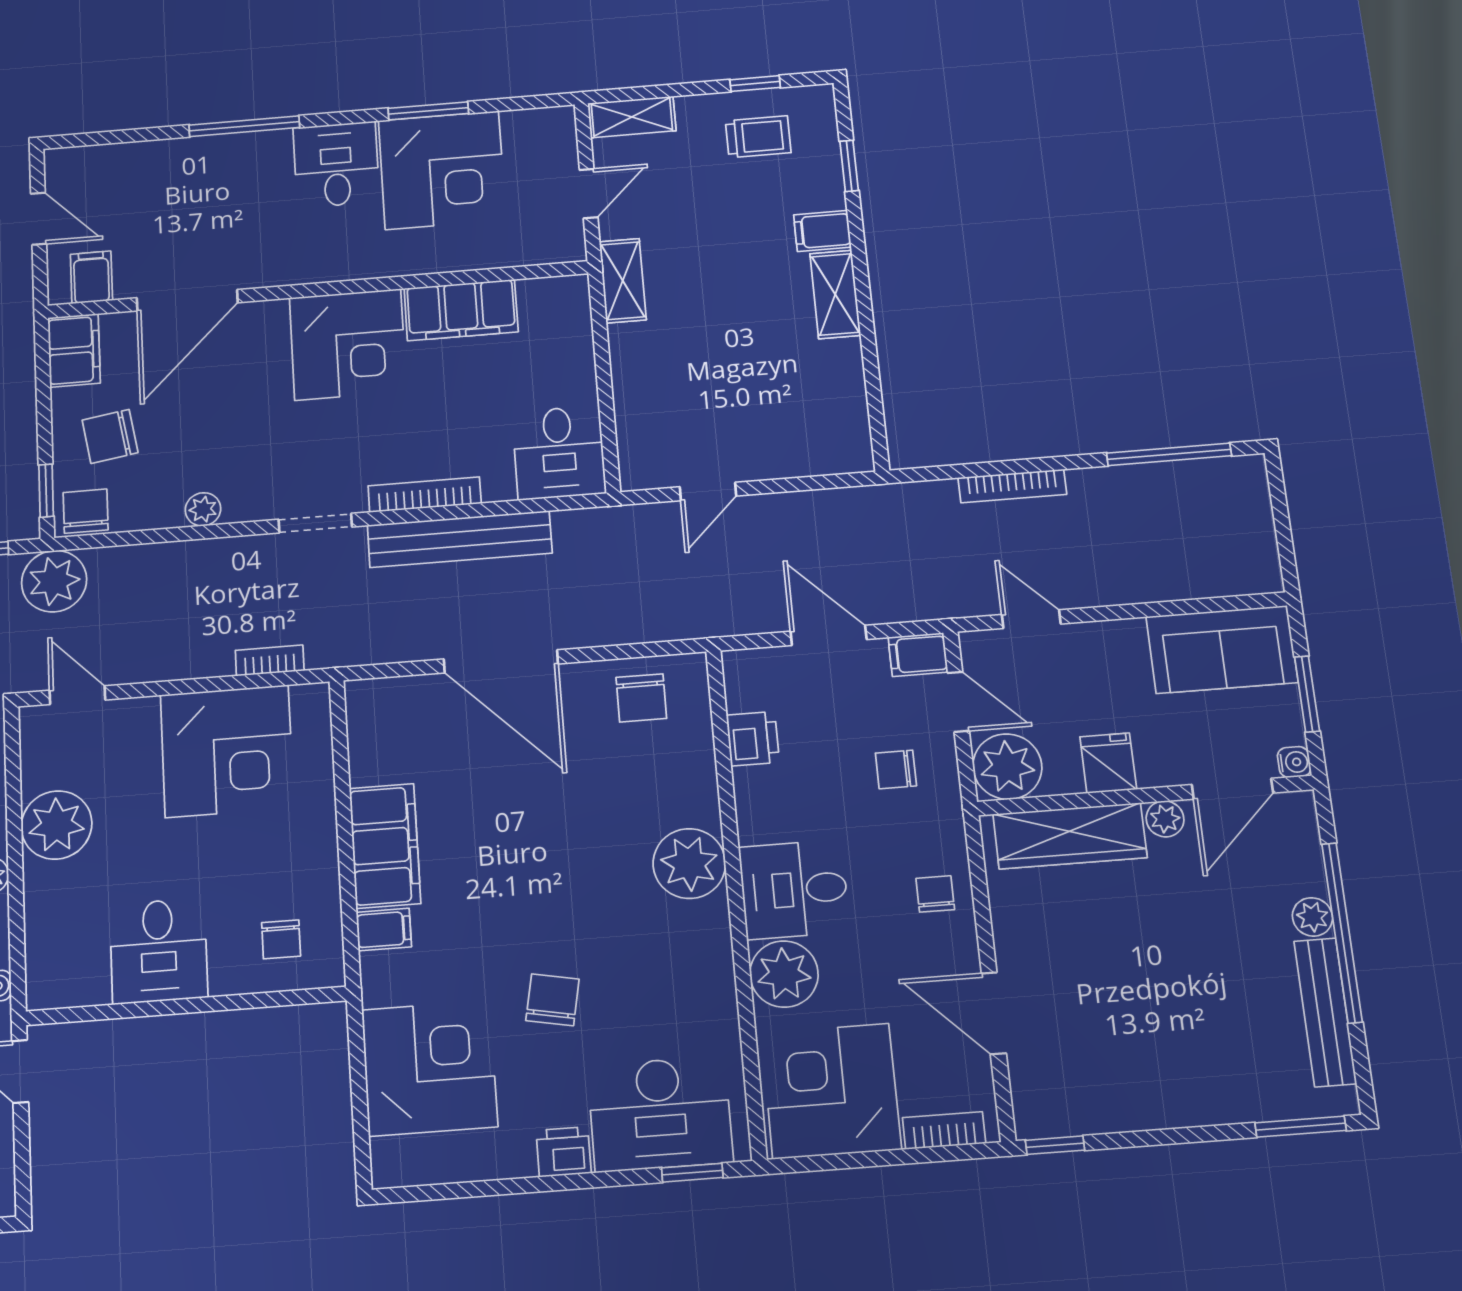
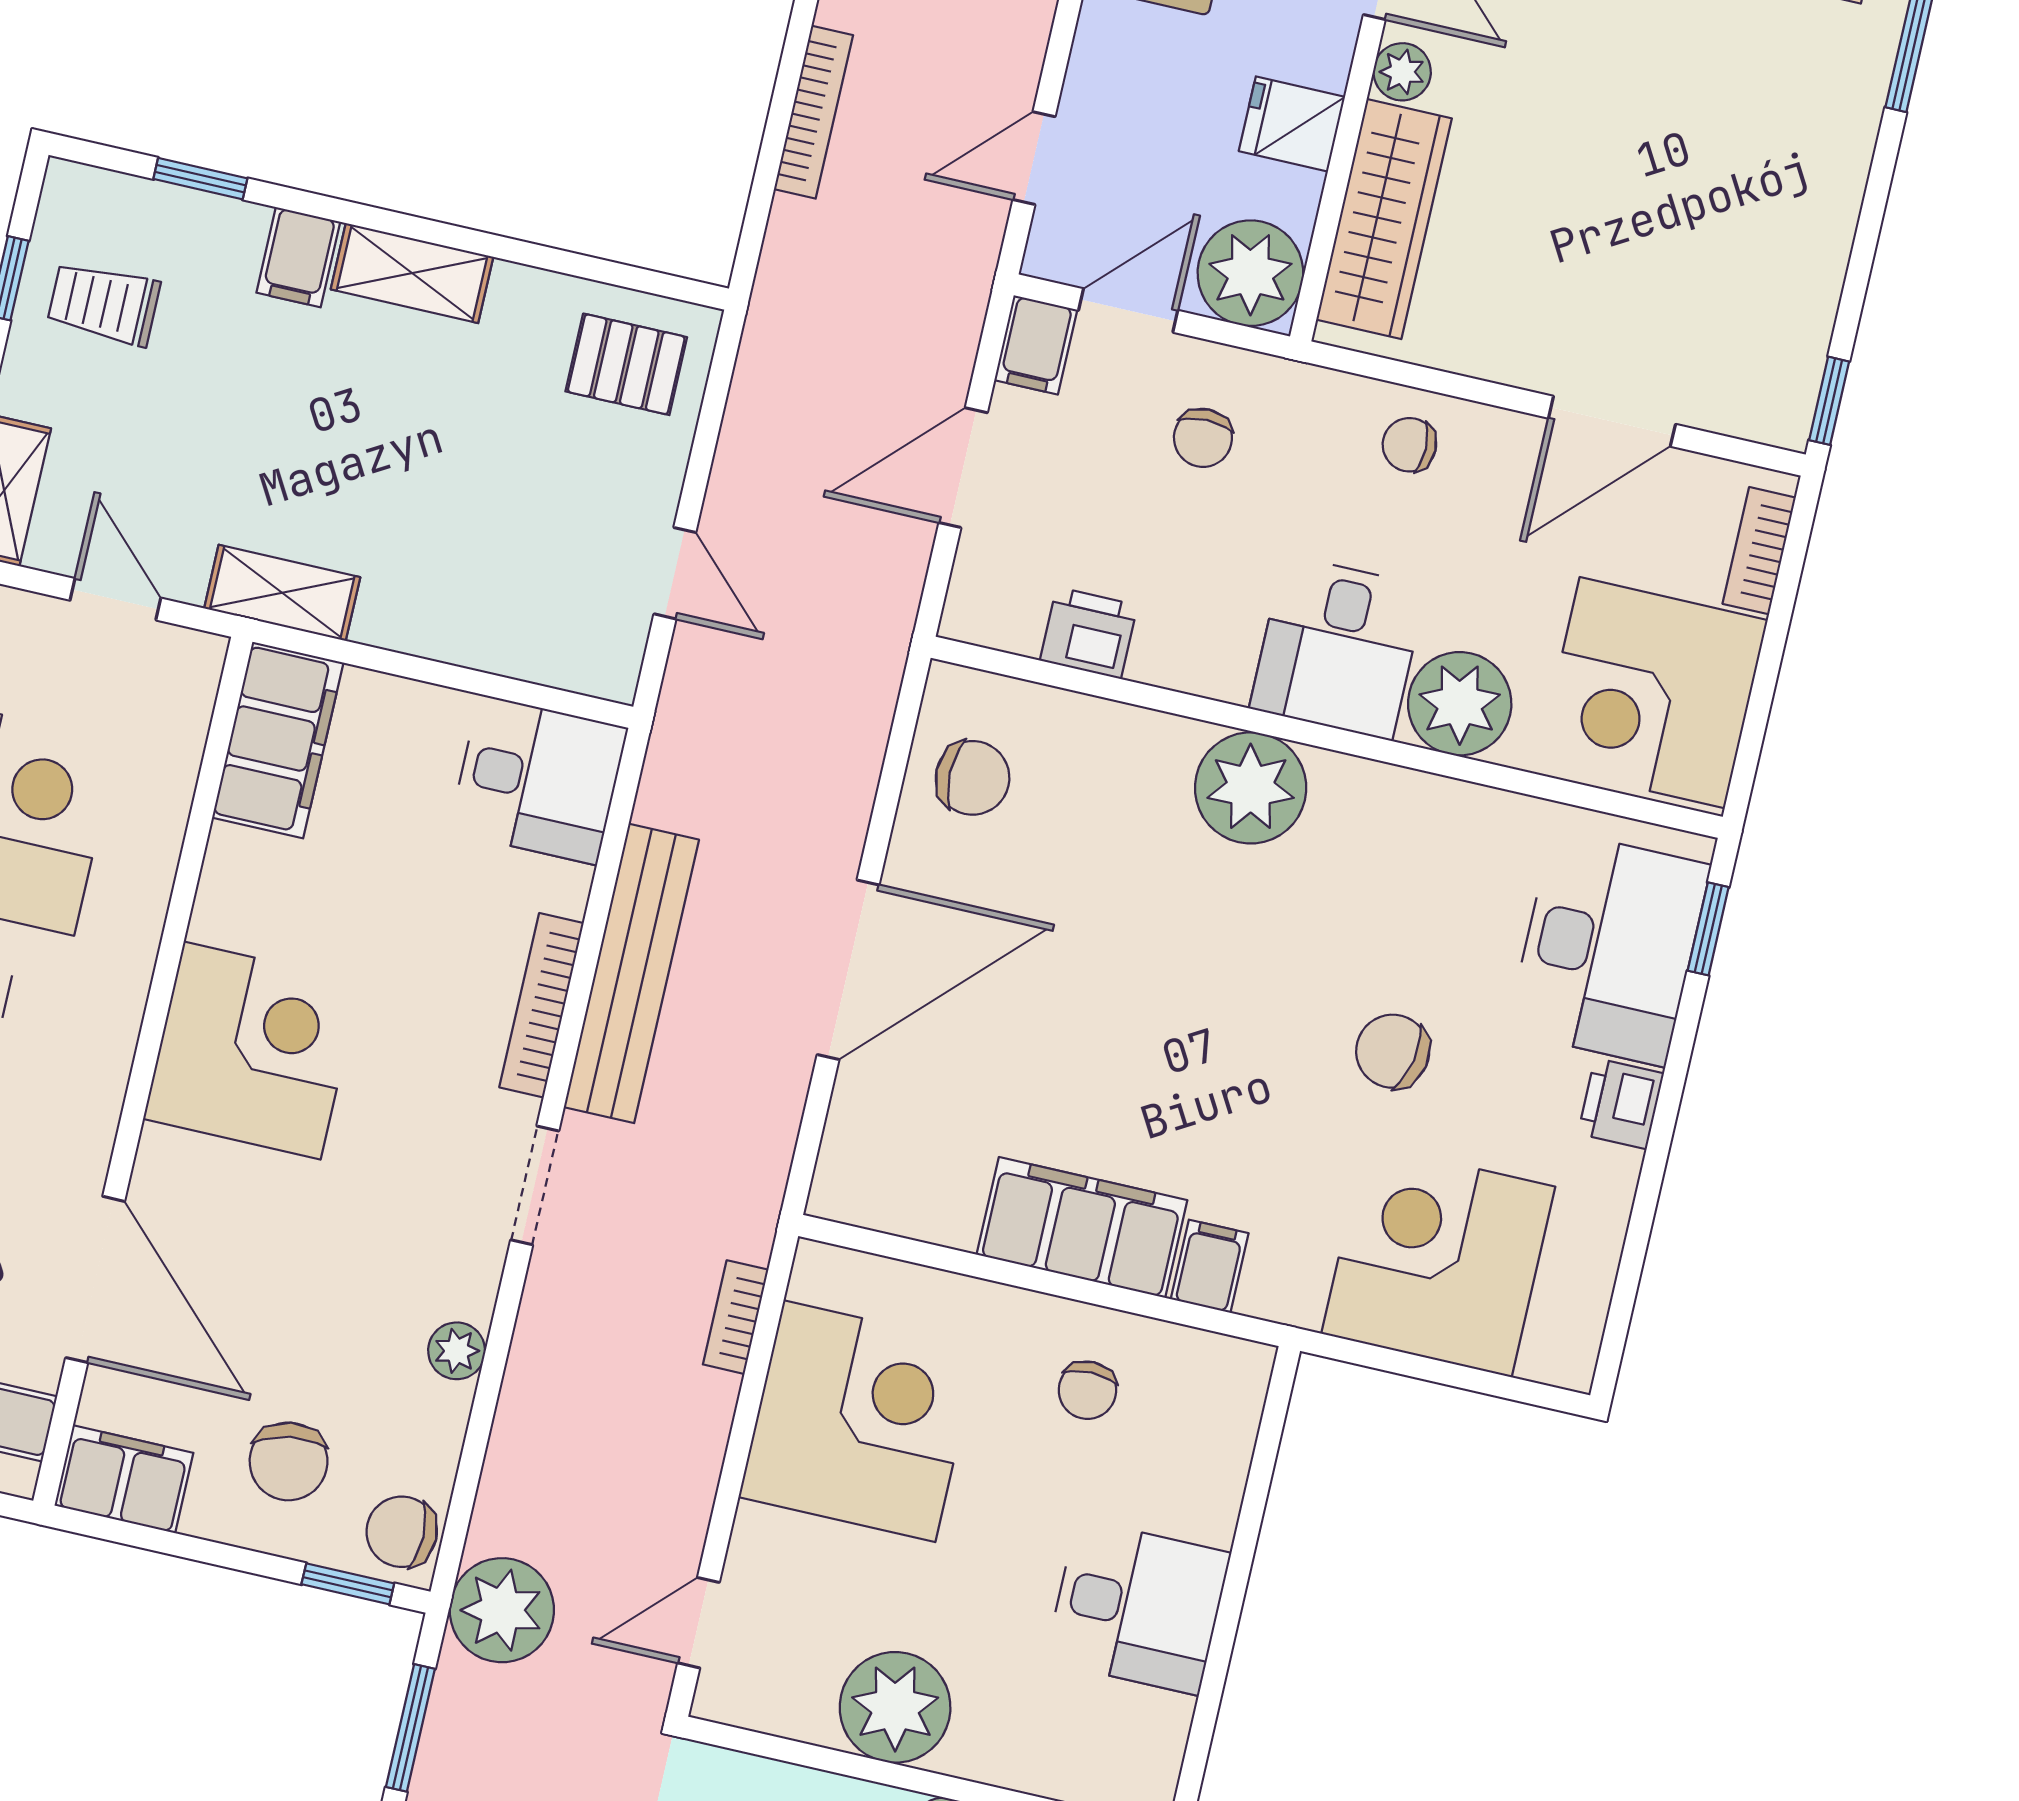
trolley: (758, 137) -> (104, 304), turned -90
filing cabinet: (461, 310) -> (278, 740), moved
pallet: (823, 427) -> (626, 364), added
chair: (281, 939) -> (1087, 1390), moved, turned 90

